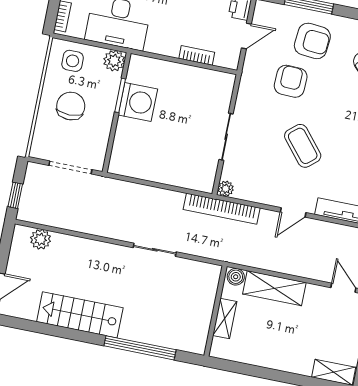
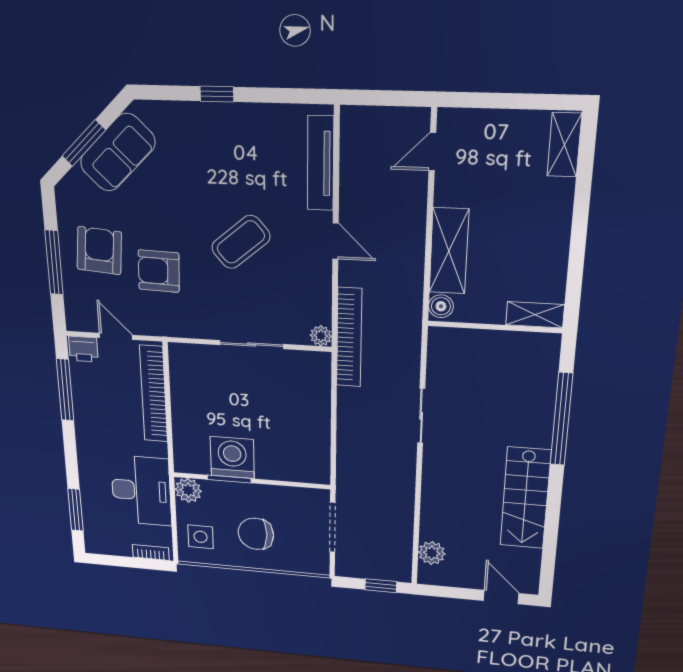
bookcase: (197, 55) -> (154, 394), width x2.31, depth x1.31
shelving: (225, 318) -> (535, 315), moved

